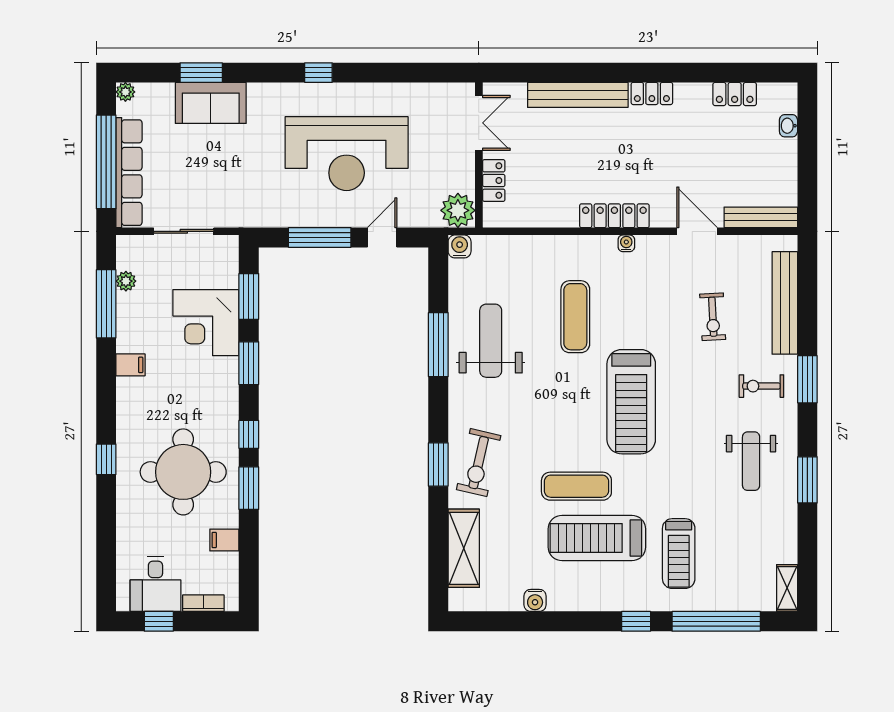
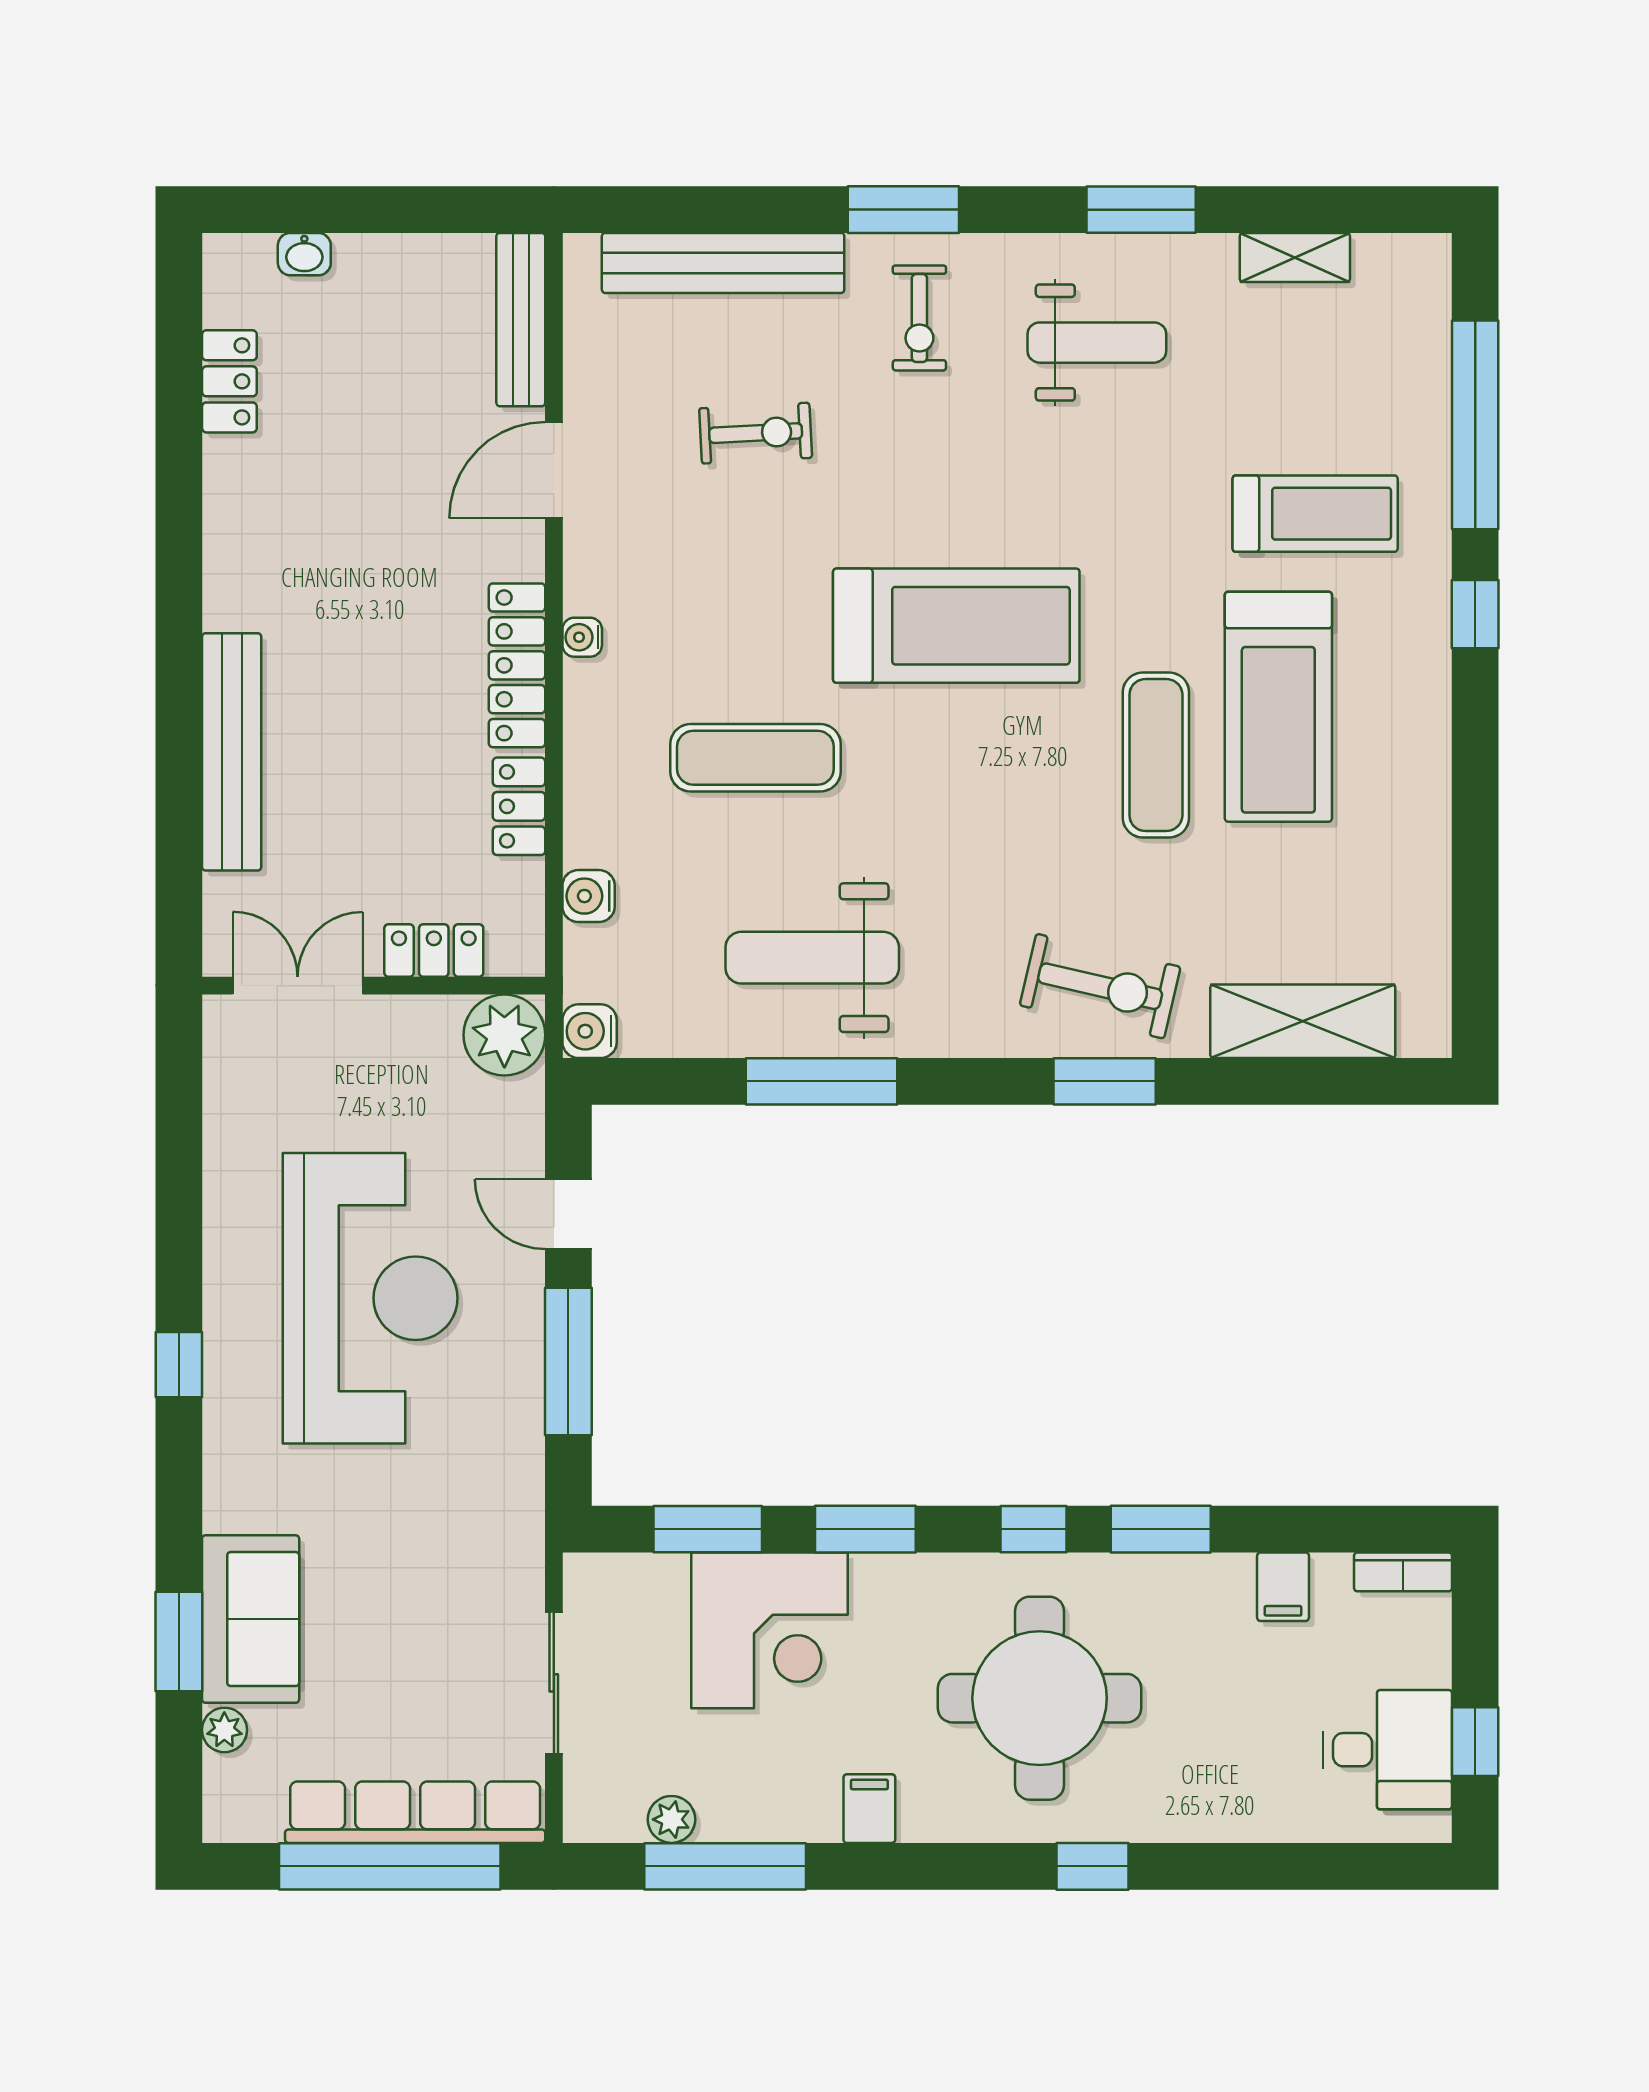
plant: (125, 92) -> (224, 1730), moved
locker: (652, 93) -> (519, 806), moved, turned 180
round table: (183, 472) -> (1040, 1698), moved
shelving: (787, 588) -> (1295, 258), moved
water cooler: (535, 600) -> (589, 896), moved, turned 180
bookcase: (203, 603) -> (1403, 1572), moved, turned -90

